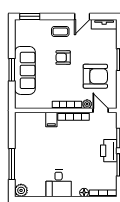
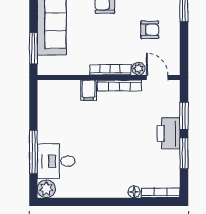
window: (12, 70) -> (33, 48), moved
armchair: (95, 76) -> (150, 30), width x0.53, depth x0.53
desk: (59, 183) -> (56, 161), moved, turned 90

